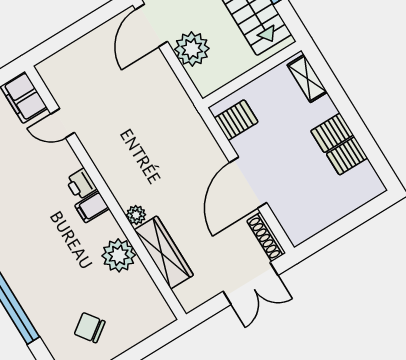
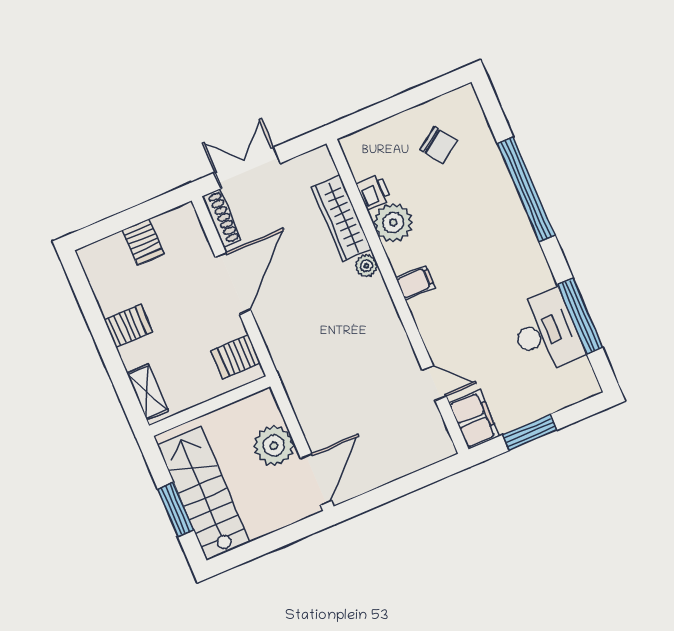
server rack: (347, 156) -> (143, 242), moved, turned 90
printer: (81, 184) -> (373, 192), moved

